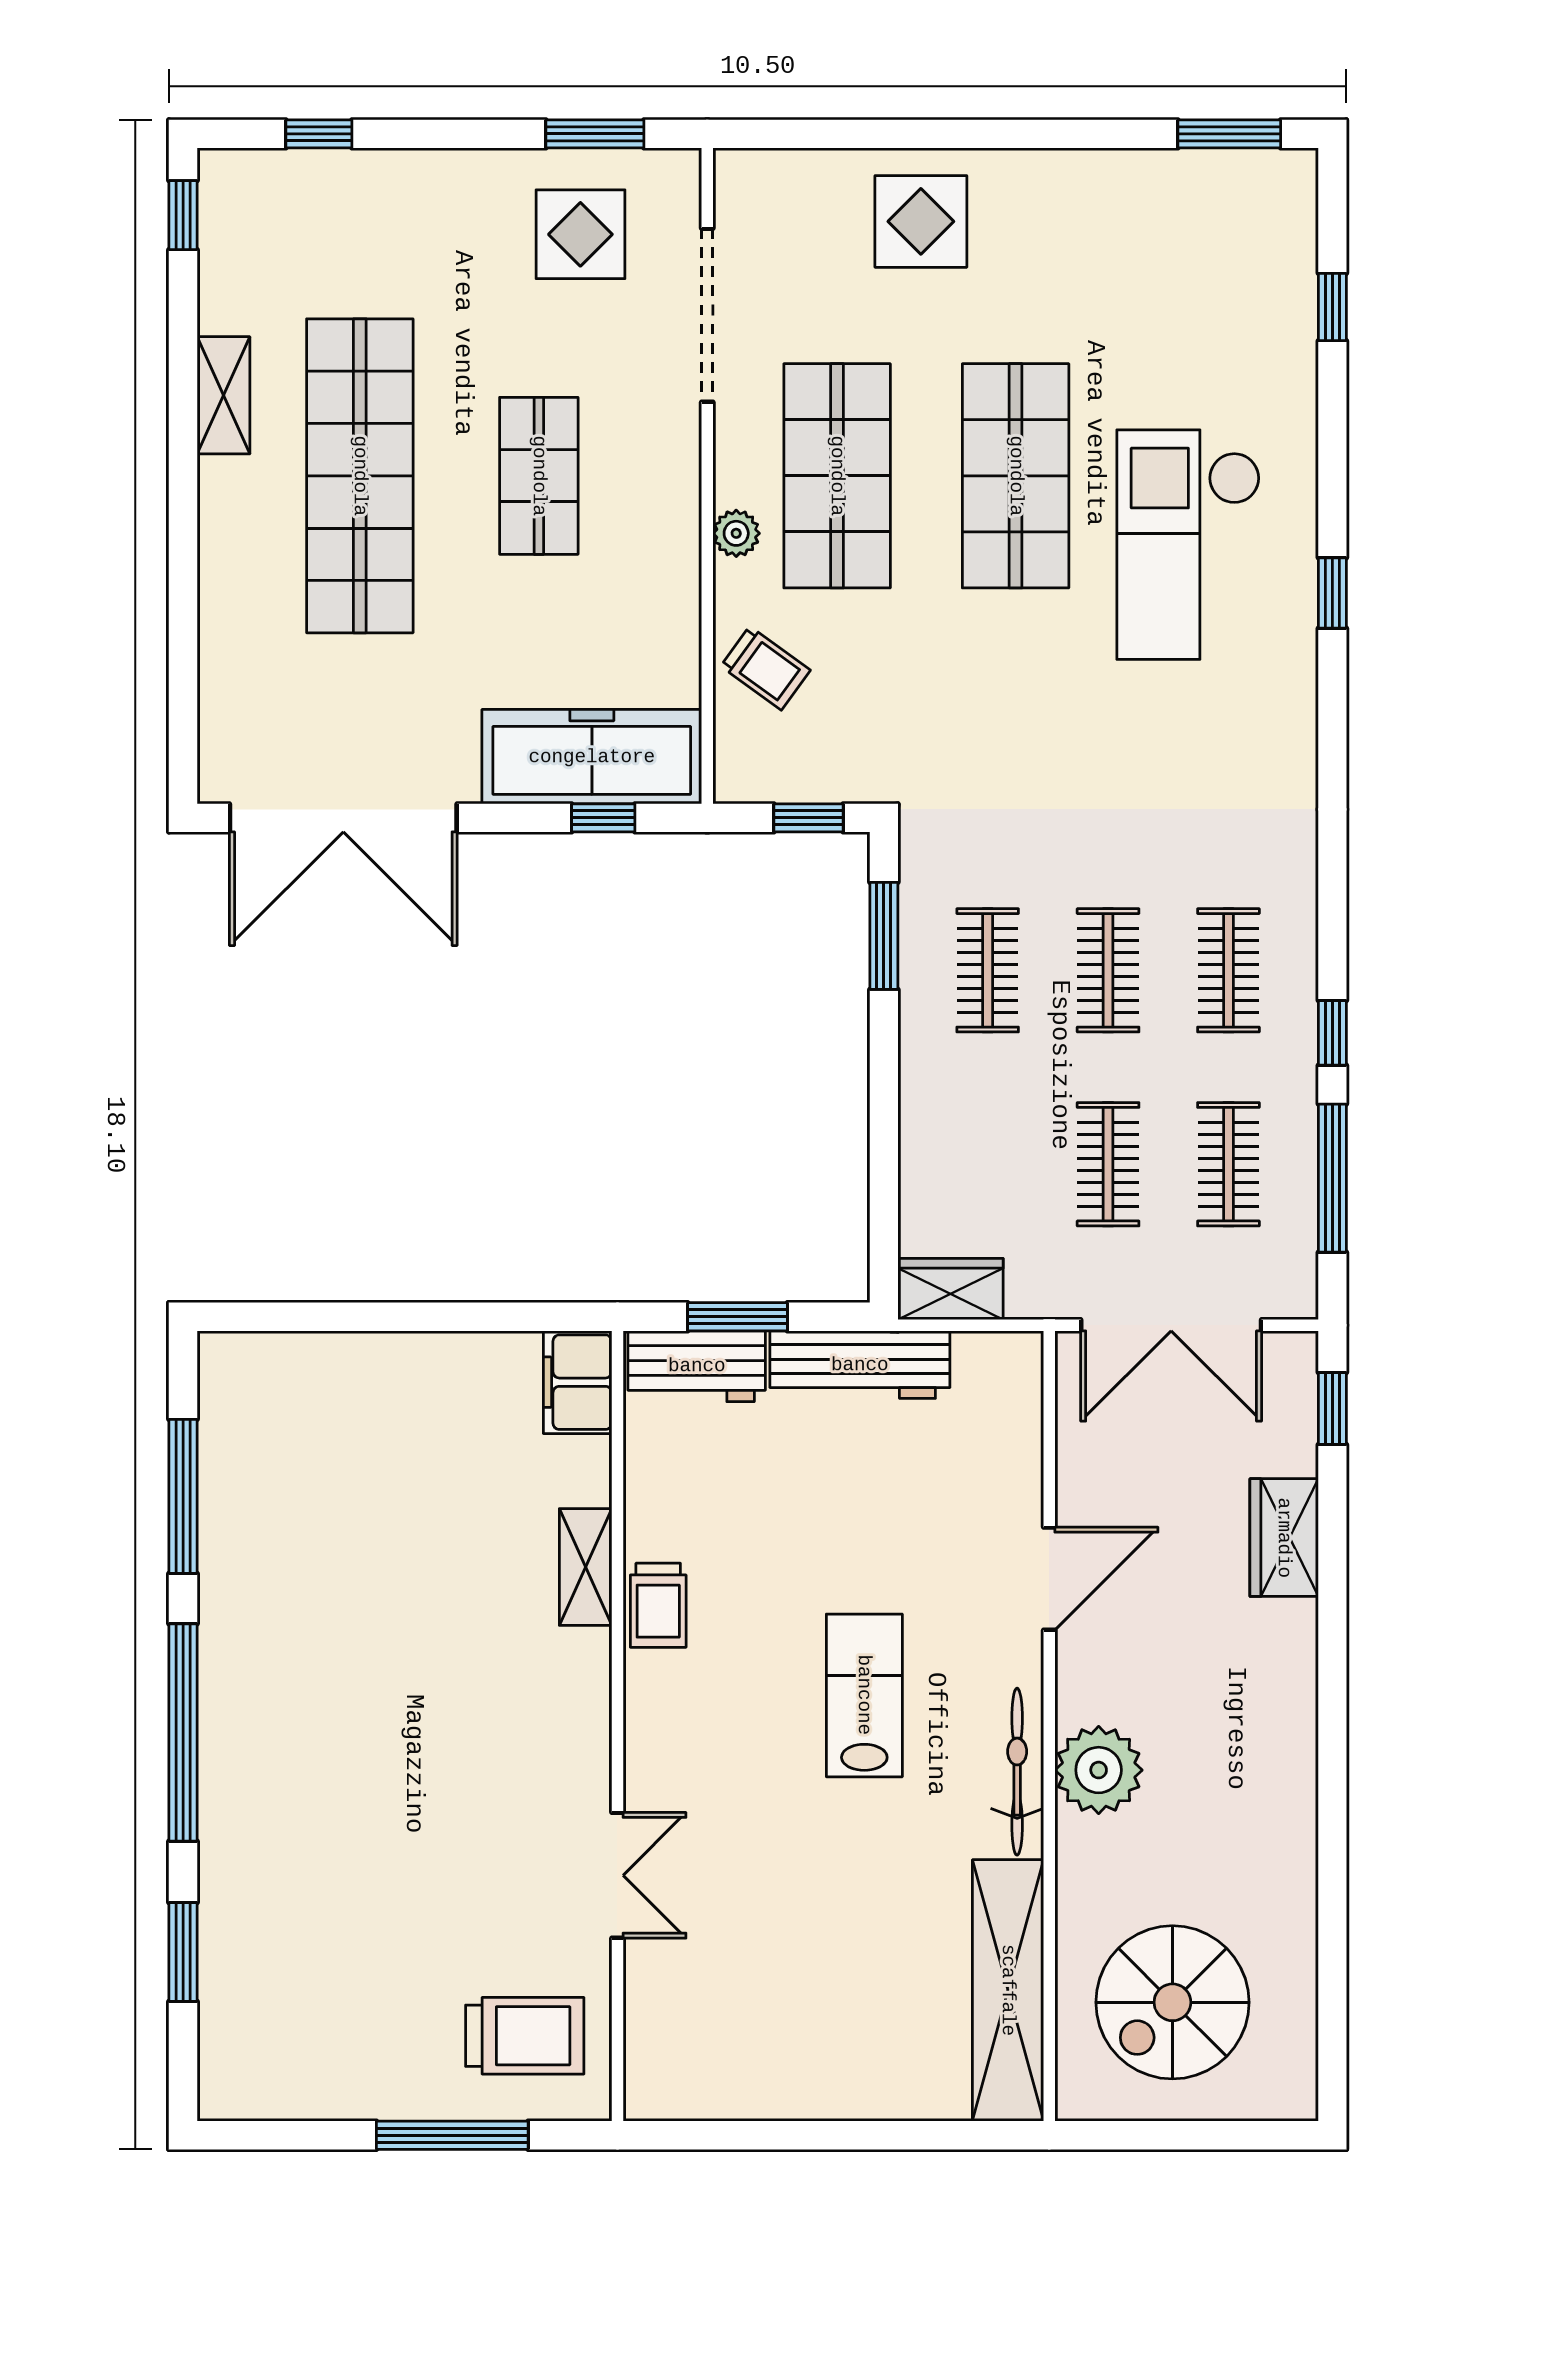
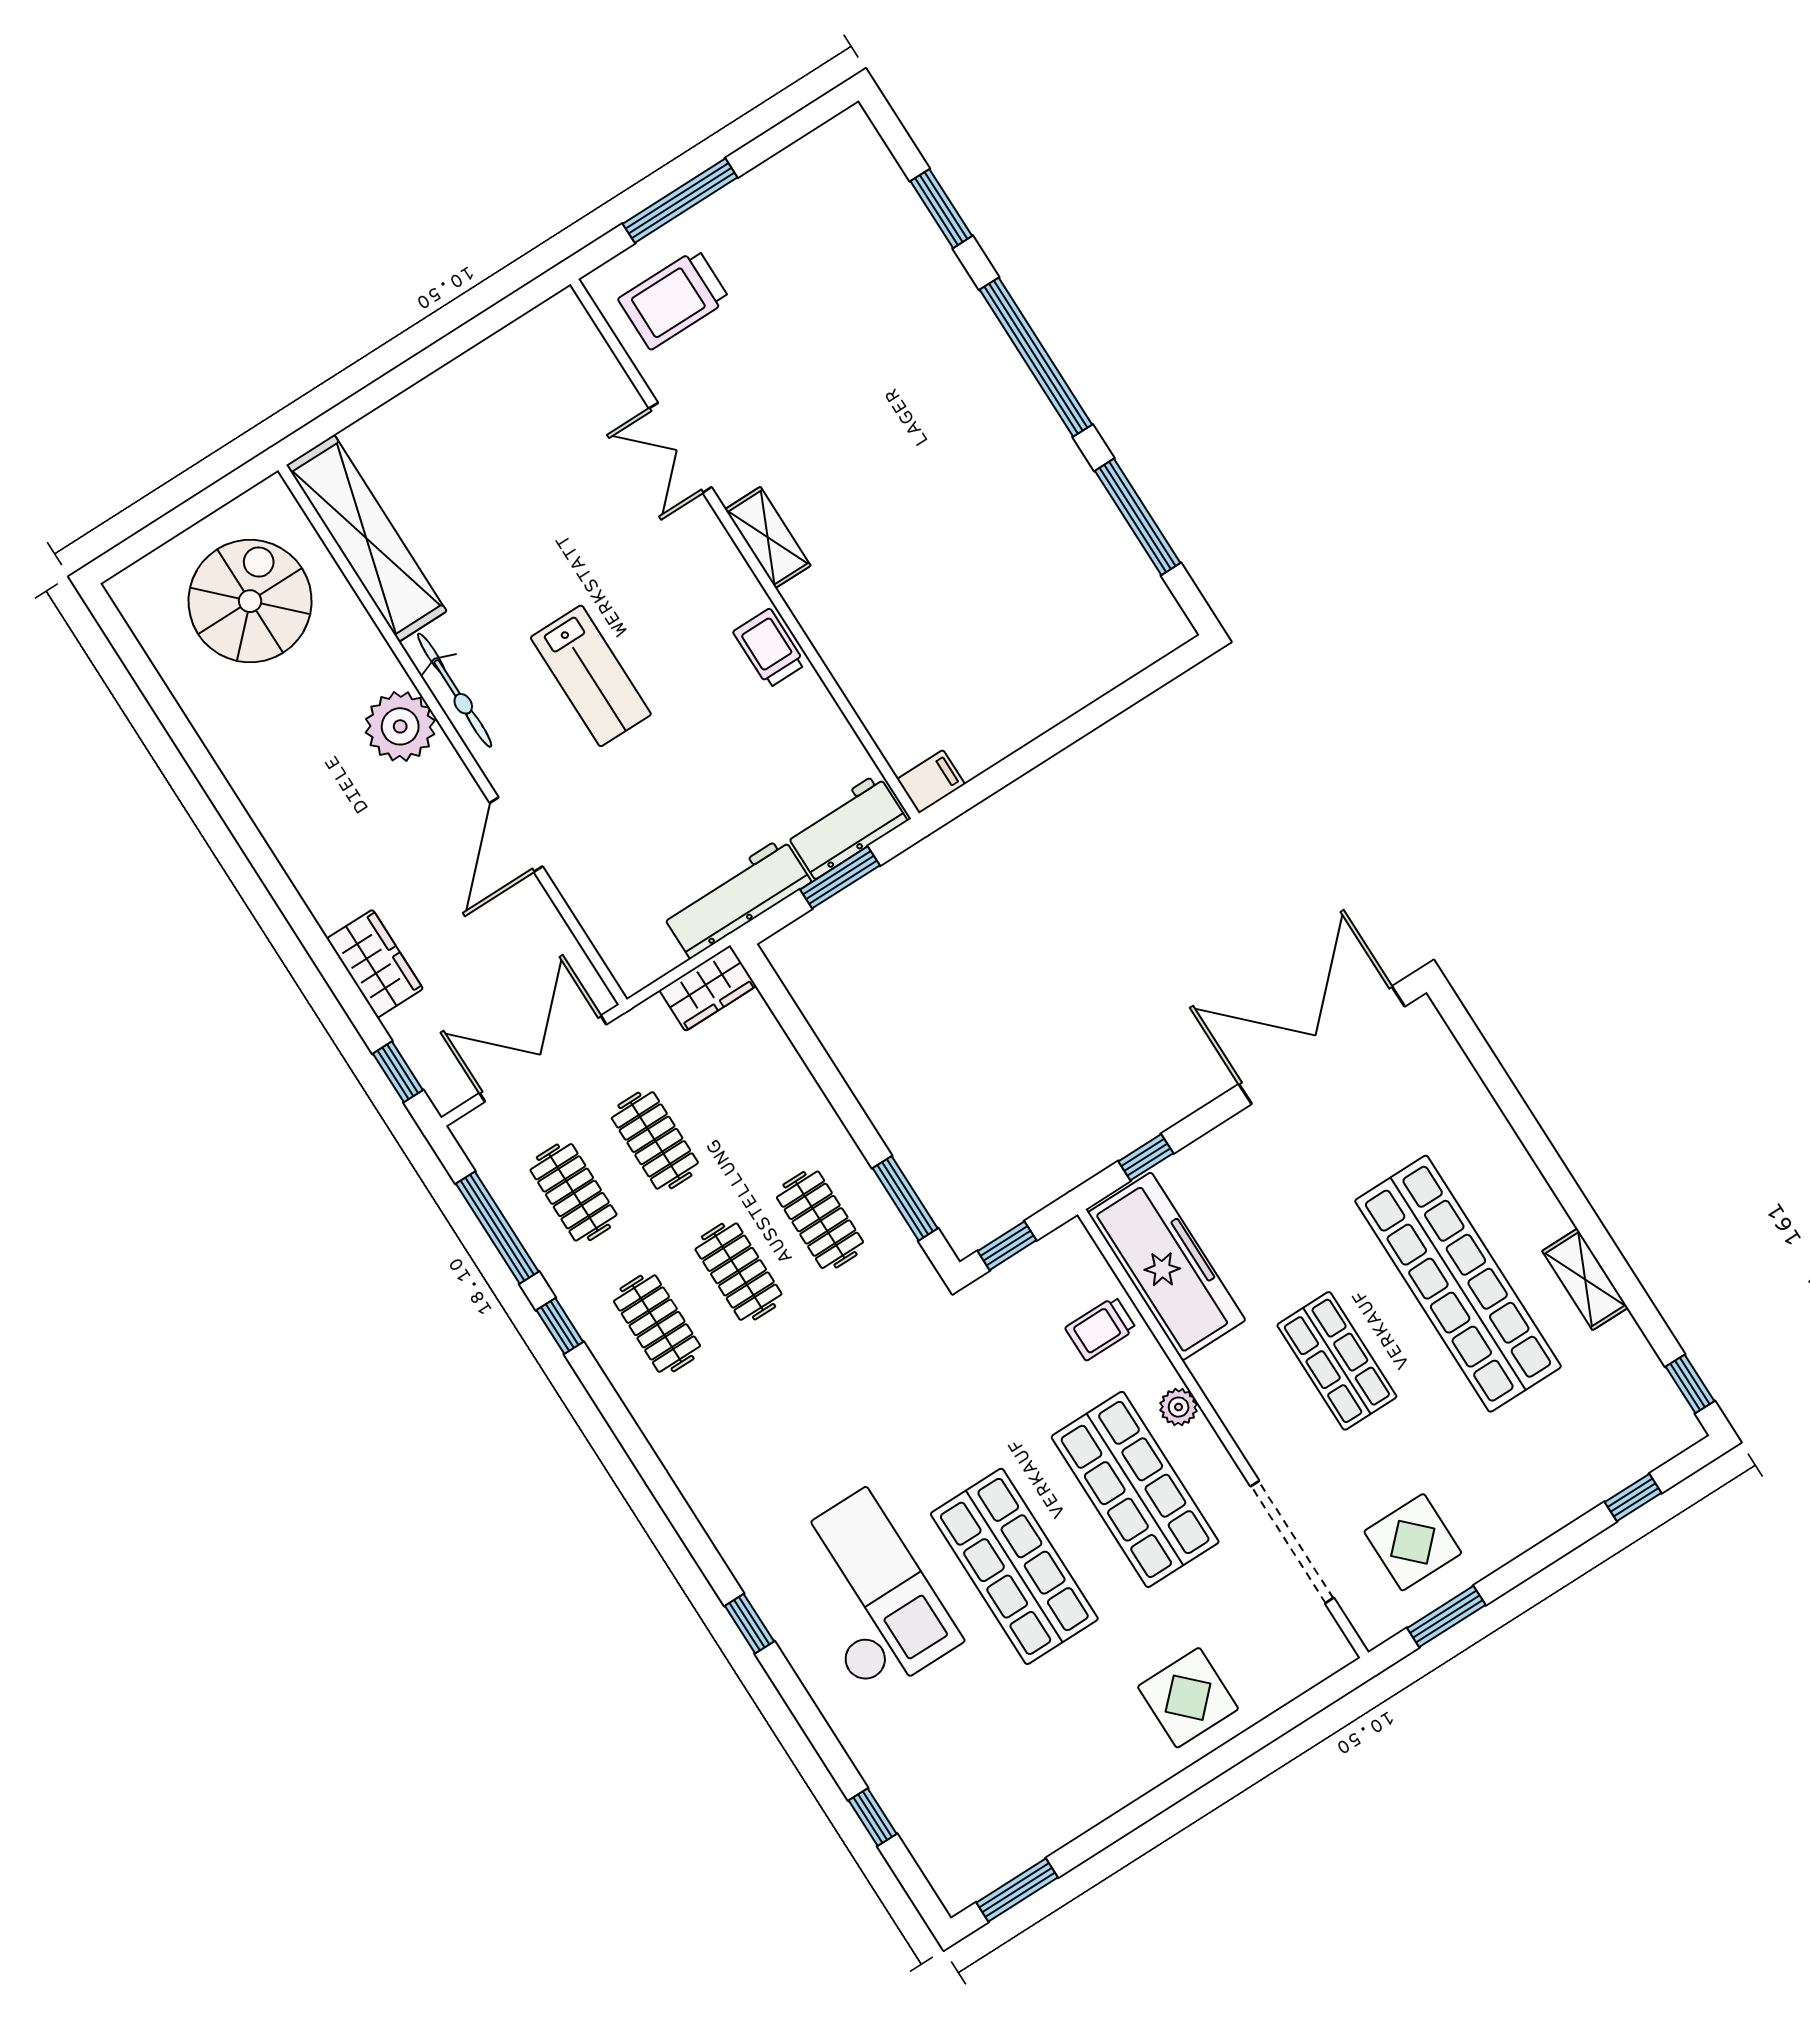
trolley: (765, 668) -> (1101, 1328), turned -36
freezer: (592, 757) -> (1167, 1266), moved, turned -90
filing cabinet: (578, 1382) -> (931, 782), width x0.50
shelving: (586, 1567) -> (768, 537), moved

